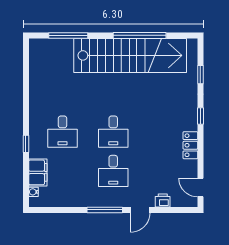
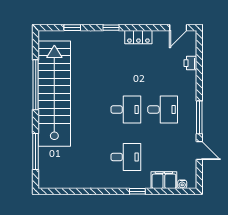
door: (140, 210) -> (199, 151), moved

